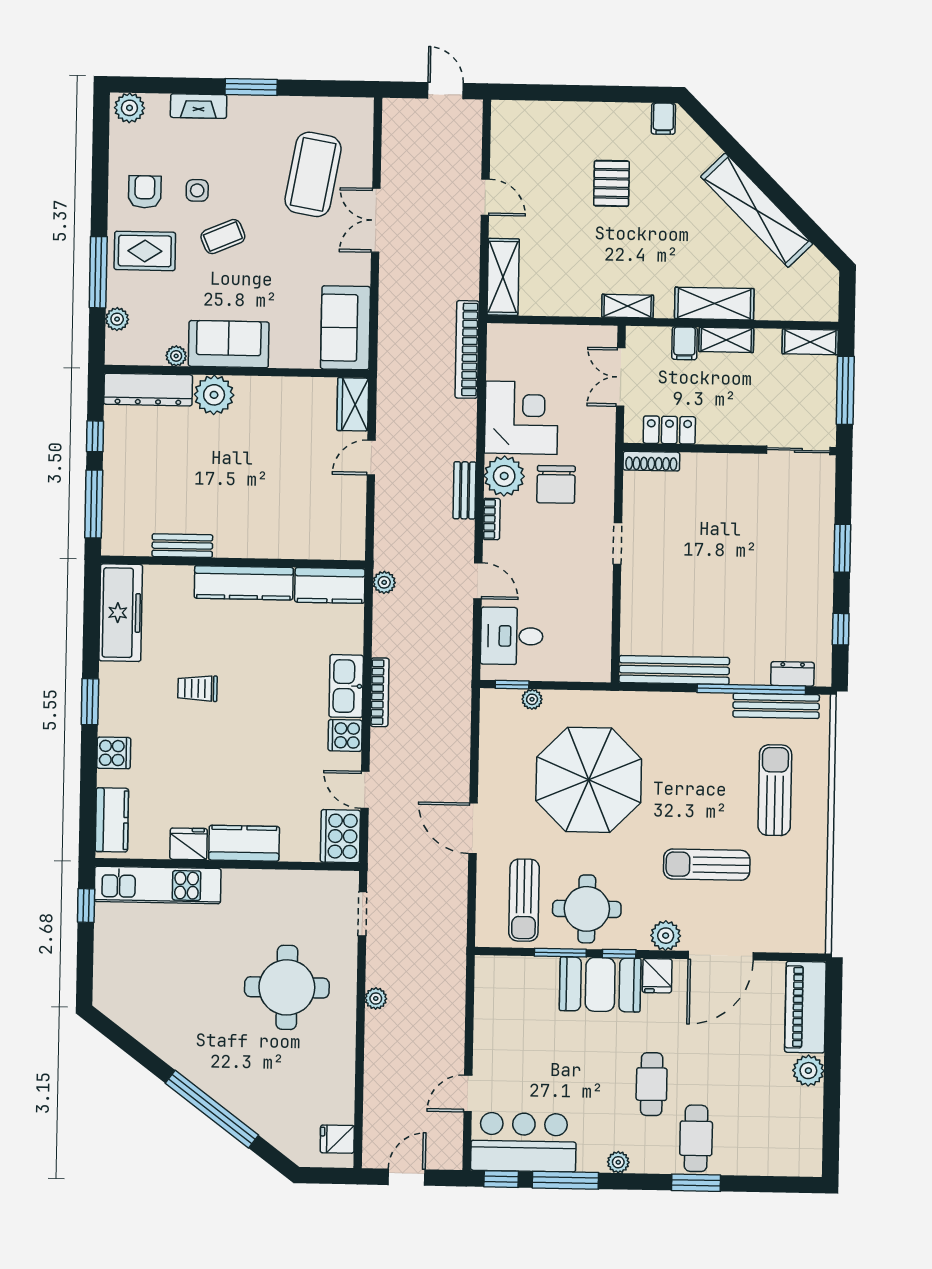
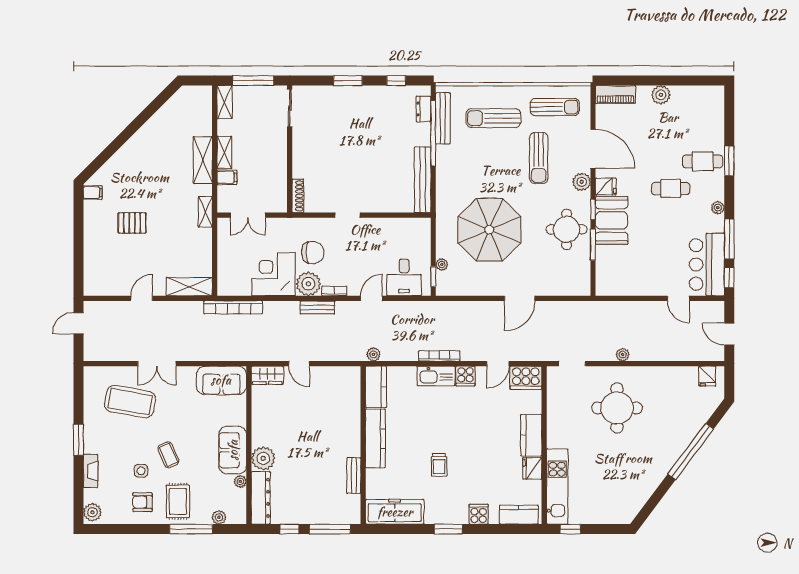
shelving: (757, 210) -> (146, 136), removed
locker: (669, 430) -> (279, 185), removed
sun lounger: (524, 900) -> (555, 107), moved
piano: (805, 1007) -> (615, 94), width x0.73, depth x0.75

